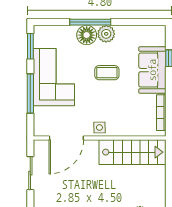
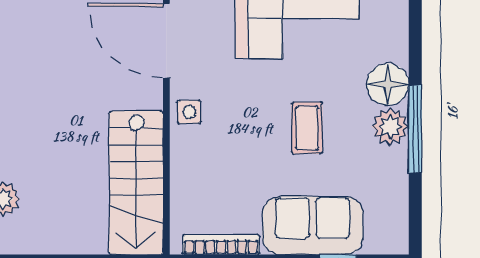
window: (90, 22) -> (415, 129), moved

